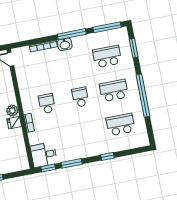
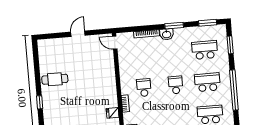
window: (107, 27) -> (208, 23), width x0.69
window: (72, 34) -> (174, 26), width x0.69
plant: (12, 111) -> (111, 90), removed
fridge: (14, 123) -> (113, 113), moved

